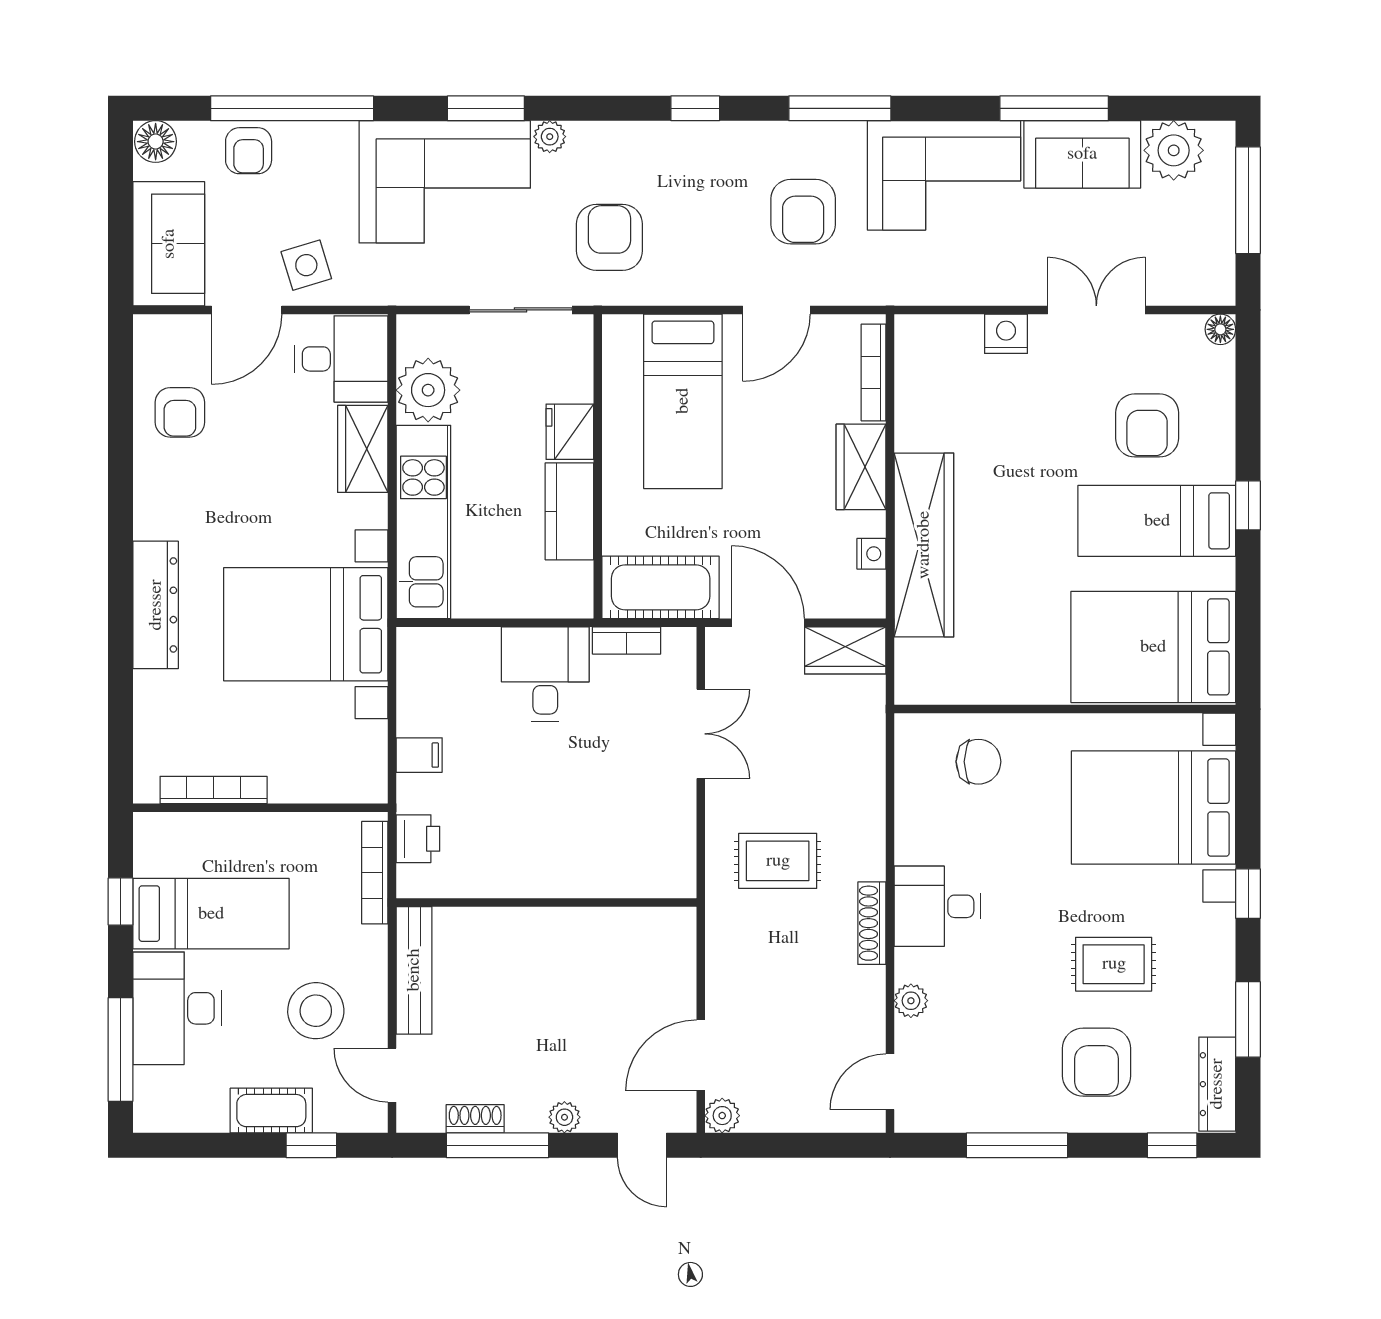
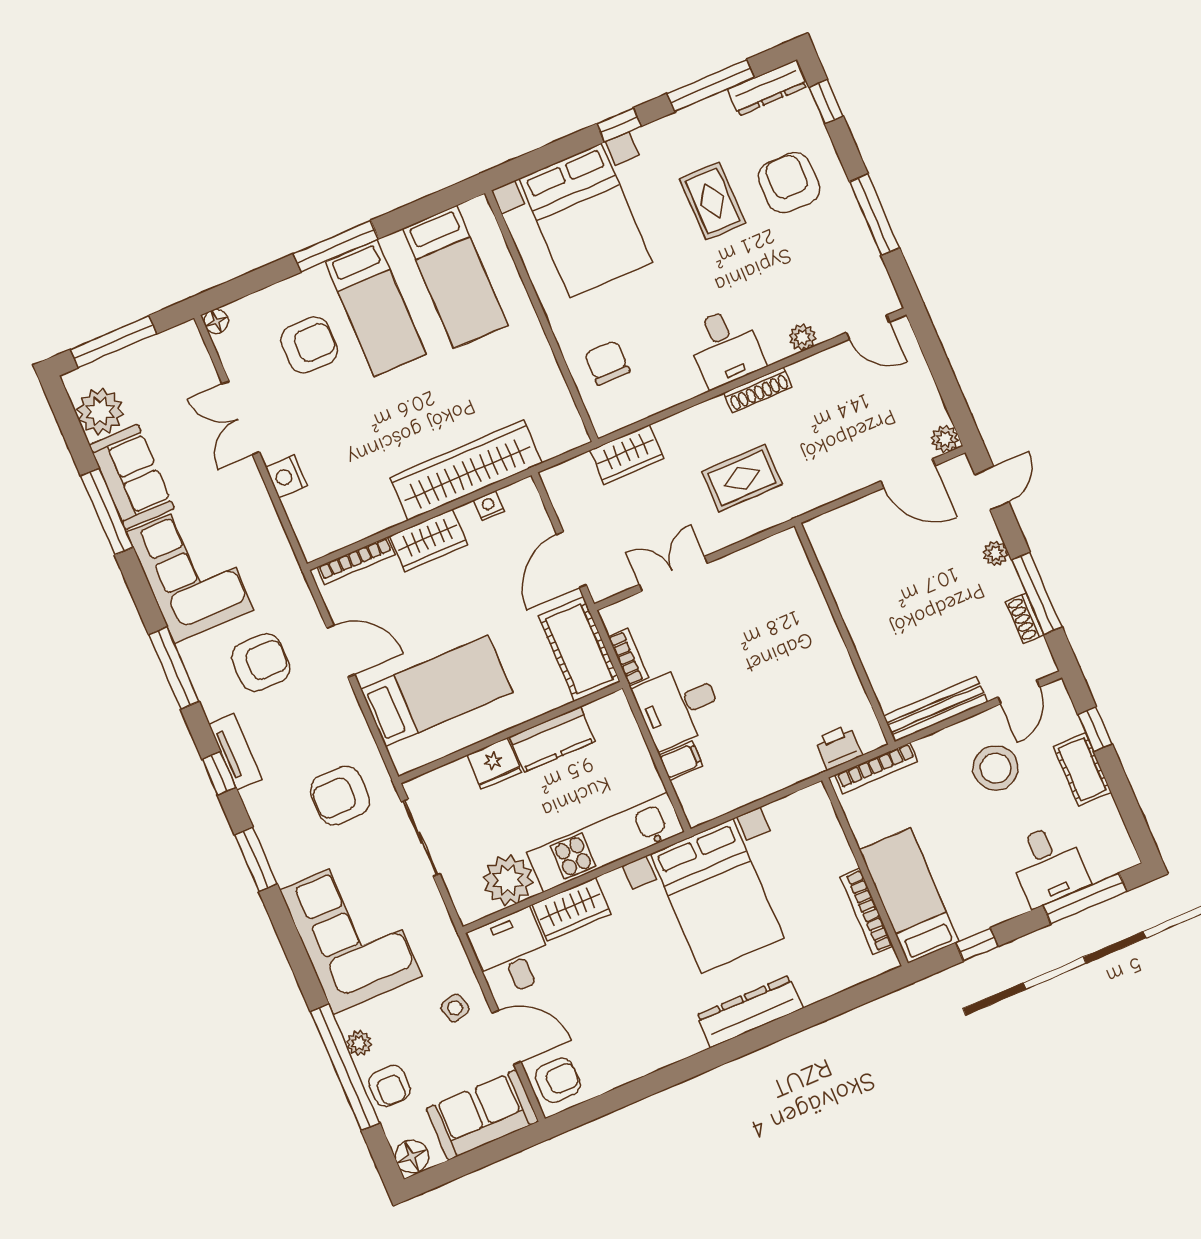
window: (486, 108) -> (256, 859), moved
plant: (550, 137) -> (359, 1043), moved
tv unit: (712, 138) -> (235, 752), added
armchair: (249, 151) -> (390, 1086), turned 90
side table: (306, 265) -> (455, 1008), width x0.73, depth x0.73
armchair: (180, 412) -> (558, 1080), moved
window: (1248, 505) -> (336, 246), width x2.17
bed: (1153, 647) -> (455, 277), width x0.67
wardrobe: (845, 650) -> (627, 455), moved, turned 90
filing cabinet: (419, 755) -> (681, 761), moved, turned 90
rug: (778, 861) -> (742, 478), turned 90
bed: (211, 914) -> (909, 896), moved
desk: (177, 1008) -> (1048, 865), width x0.73
window: (1248, 1019) -> (711, 86), width x1.44
armchair: (1097, 1062) -> (789, 183), turned -90

